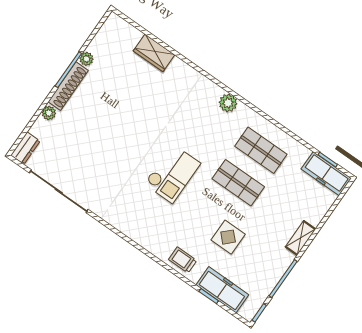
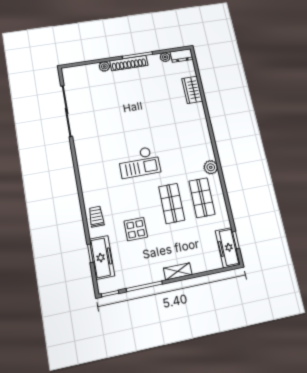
plant: (86, 59) -> (165, 57), moved
plant: (228, 103) -> (211, 167), moved
dresser: (25, 148) -> (182, 56), moved

